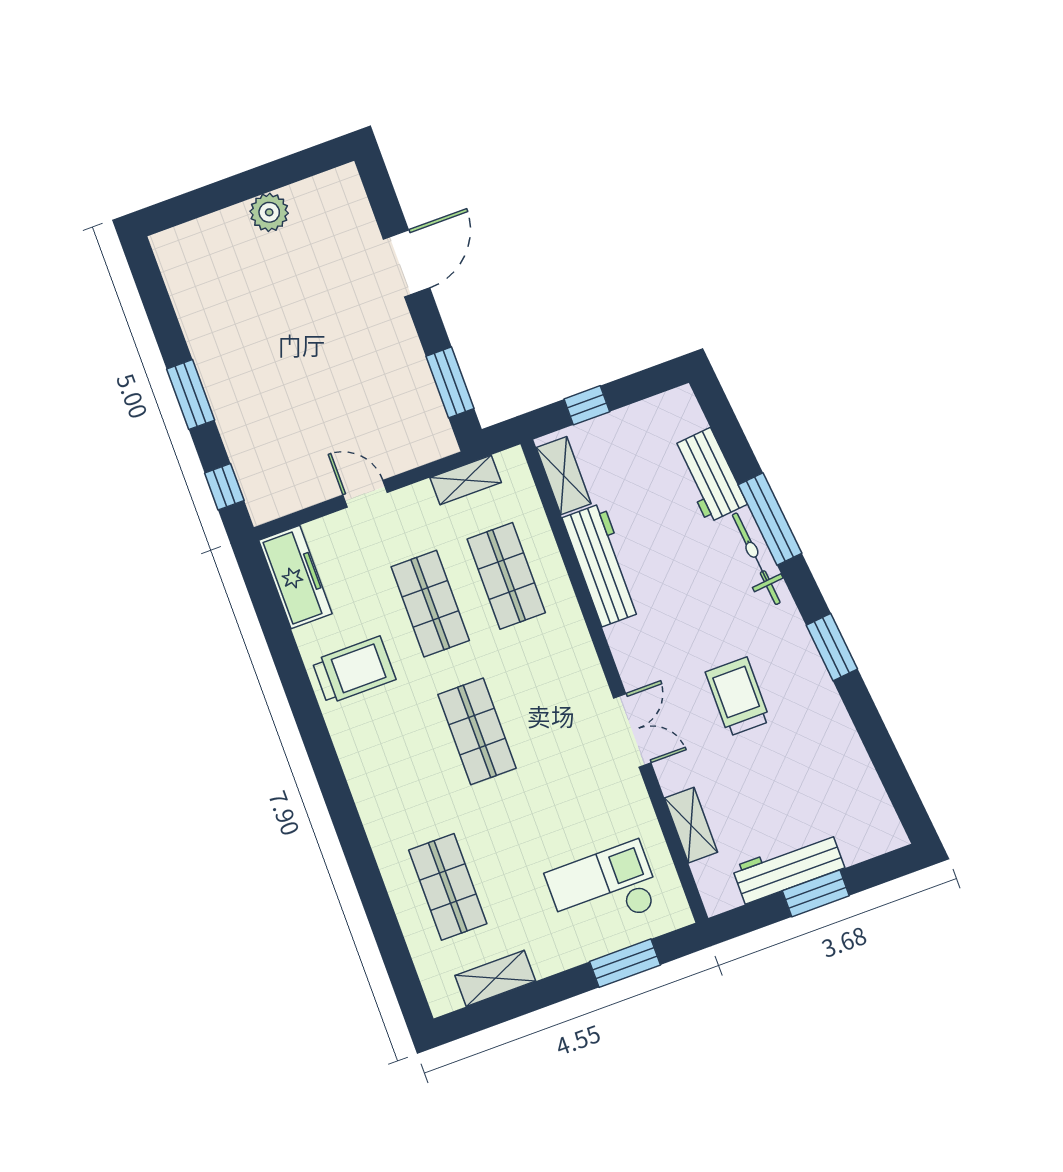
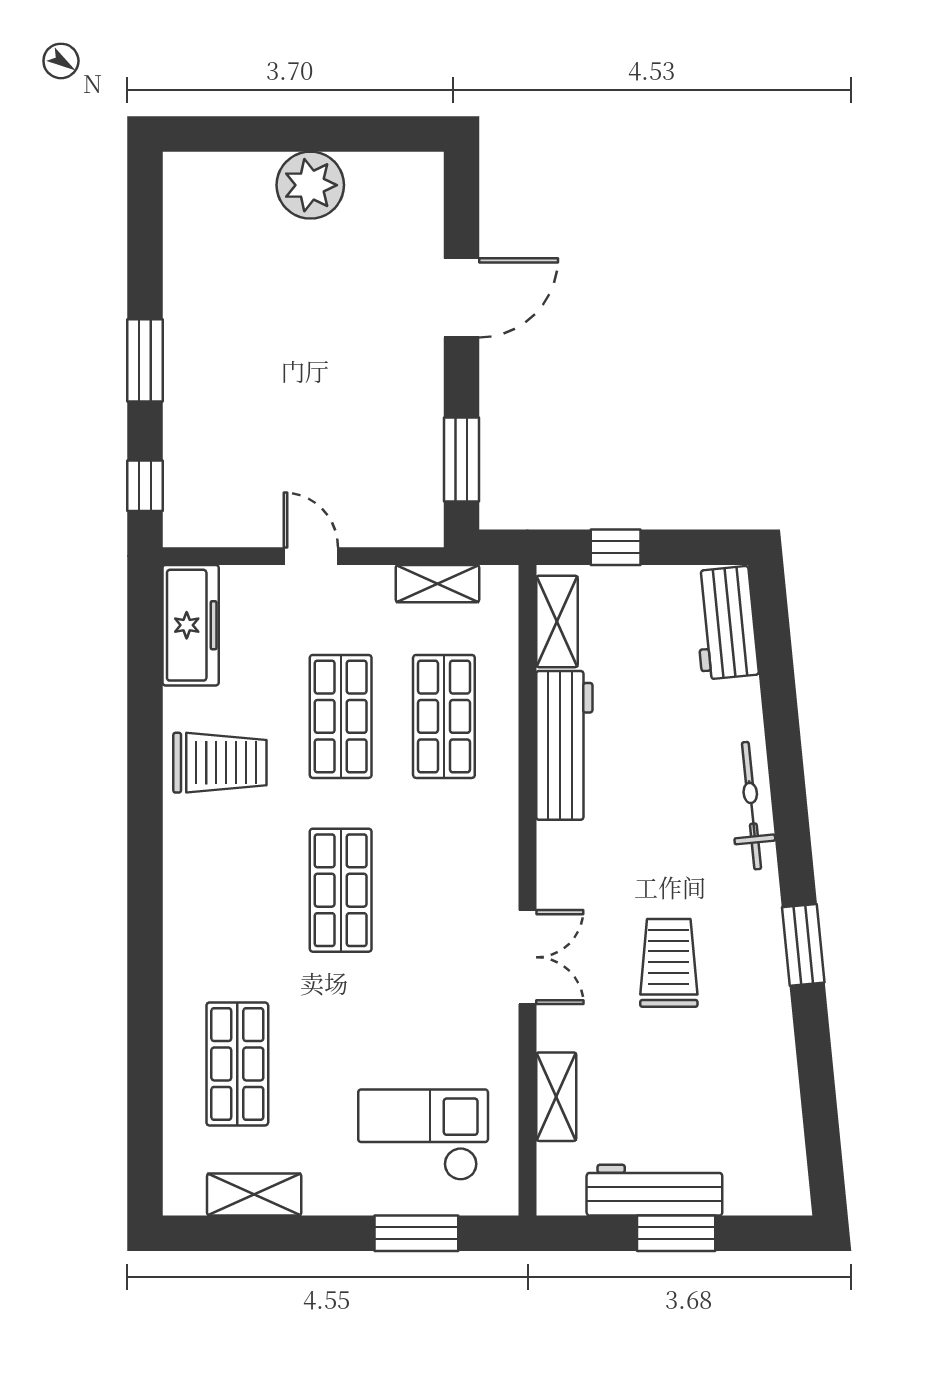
plant: (269, 212) -> (310, 185), width x1.36, depth x1.36
workbench: (709, 475) -> (725, 623), moved
window: (770, 519) -> (785, 764), removed

